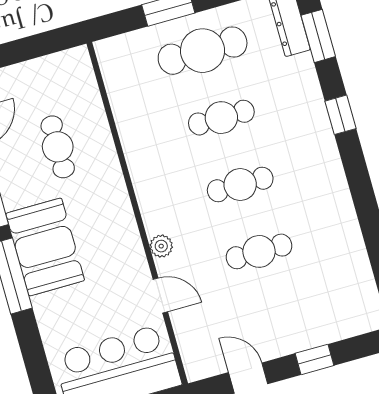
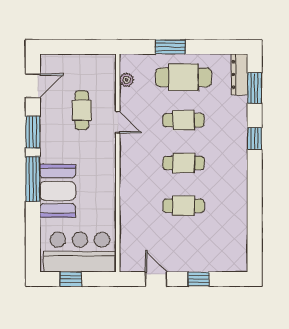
plant: (161, 246) -> (127, 80), moved
booth: (45, 247) -> (58, 191), moved
door: (160, 296) -> (118, 122), moved

